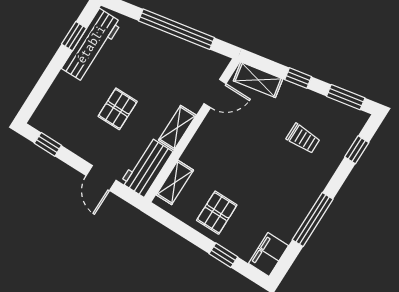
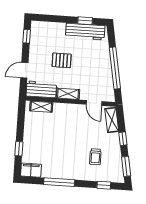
pallet: (217, 213) -> (38, 135), removed

